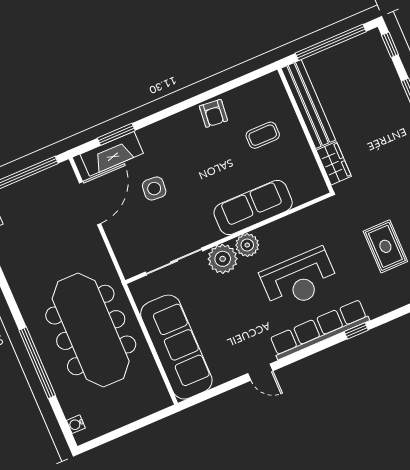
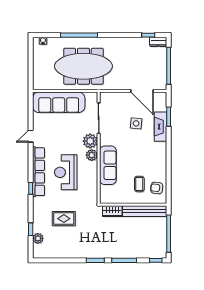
armchair: (213, 113) -> (157, 188), moved
fireplace: (112, 154) -> (161, 127), moved

